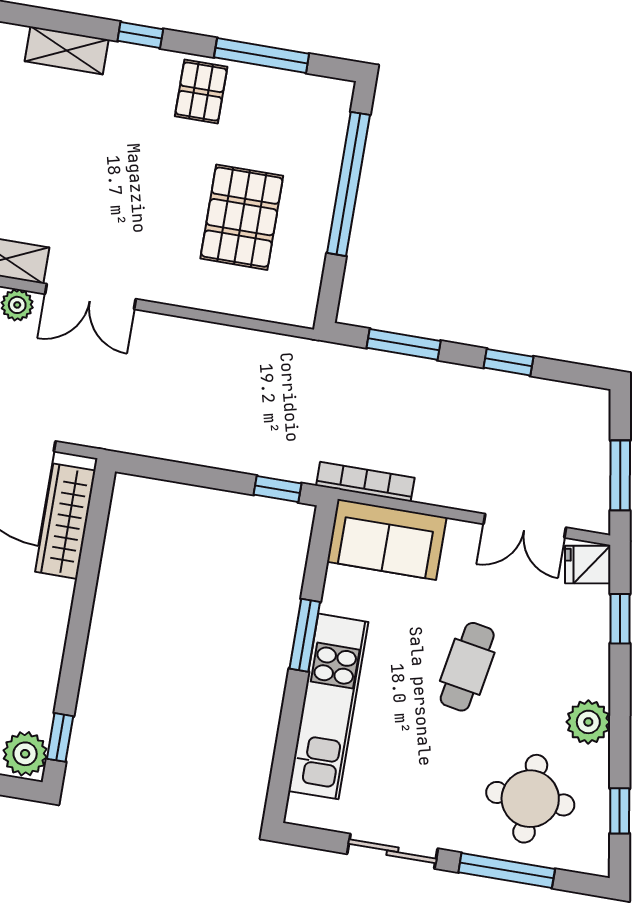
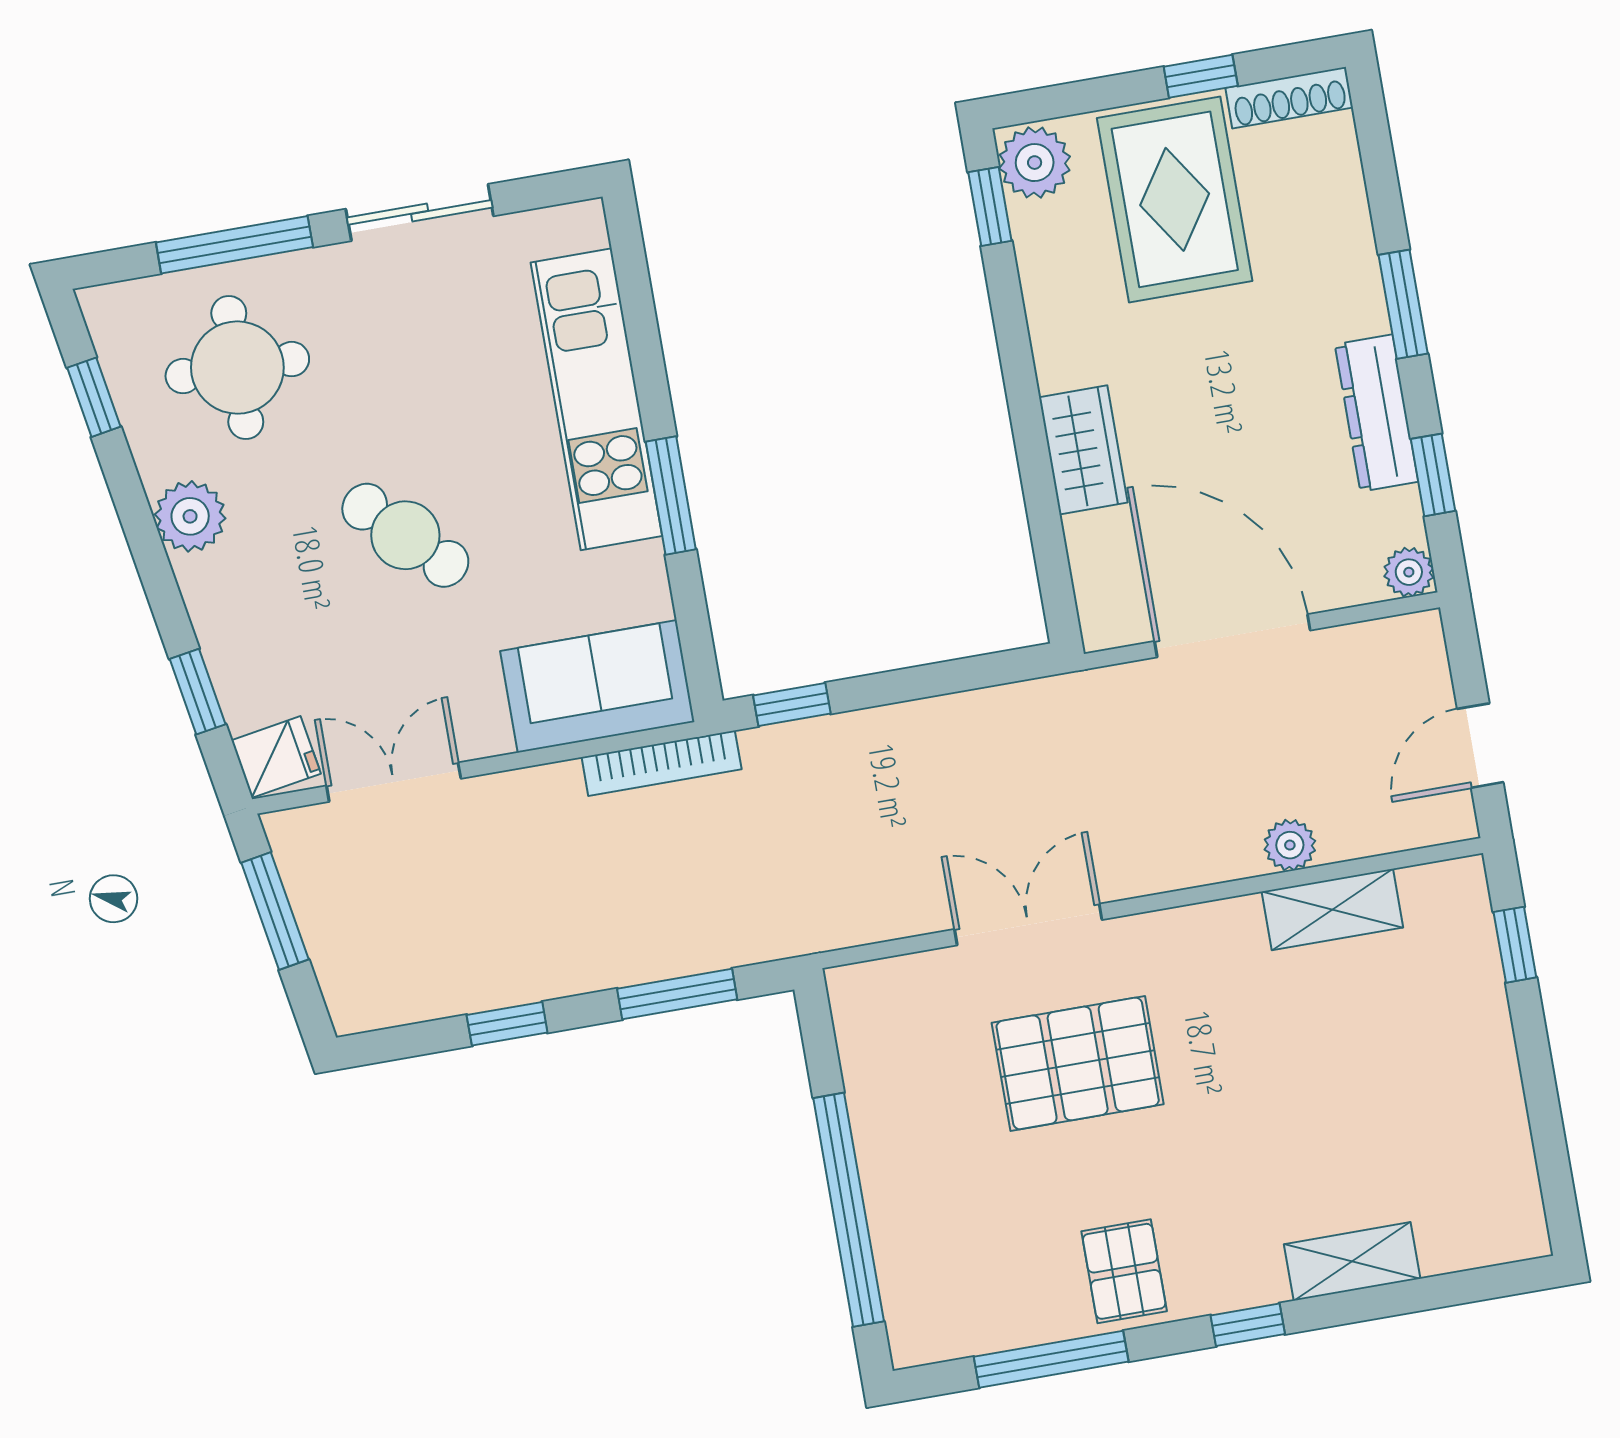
pallet: (242, 217) -> (1078, 1063), moved, turned 90
double door: (90, 296) -> (1028, 925), moved
wardrobe: (65, 521) -> (1083, 450), moved, width x0.67
cafe table: (467, 667) -> (405, 535), turned -55

